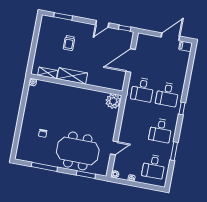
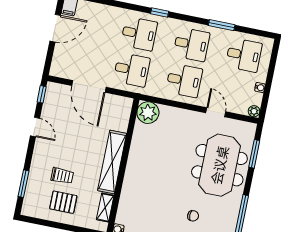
door: (170, 37) -> (55, 28), swing flipped
pallet: (51, 44) -> (63, 202), added
shelving: (72, 76) -> (112, 162), width x1.47
desk: (136, 126) -> (184, 80), added

